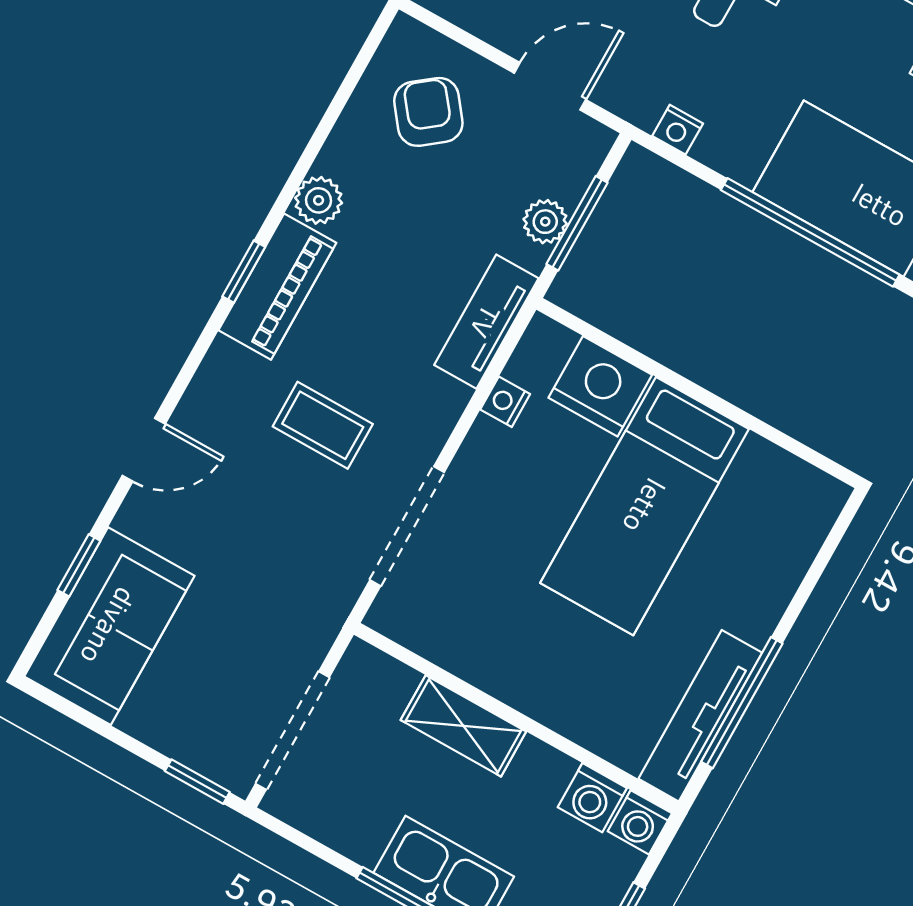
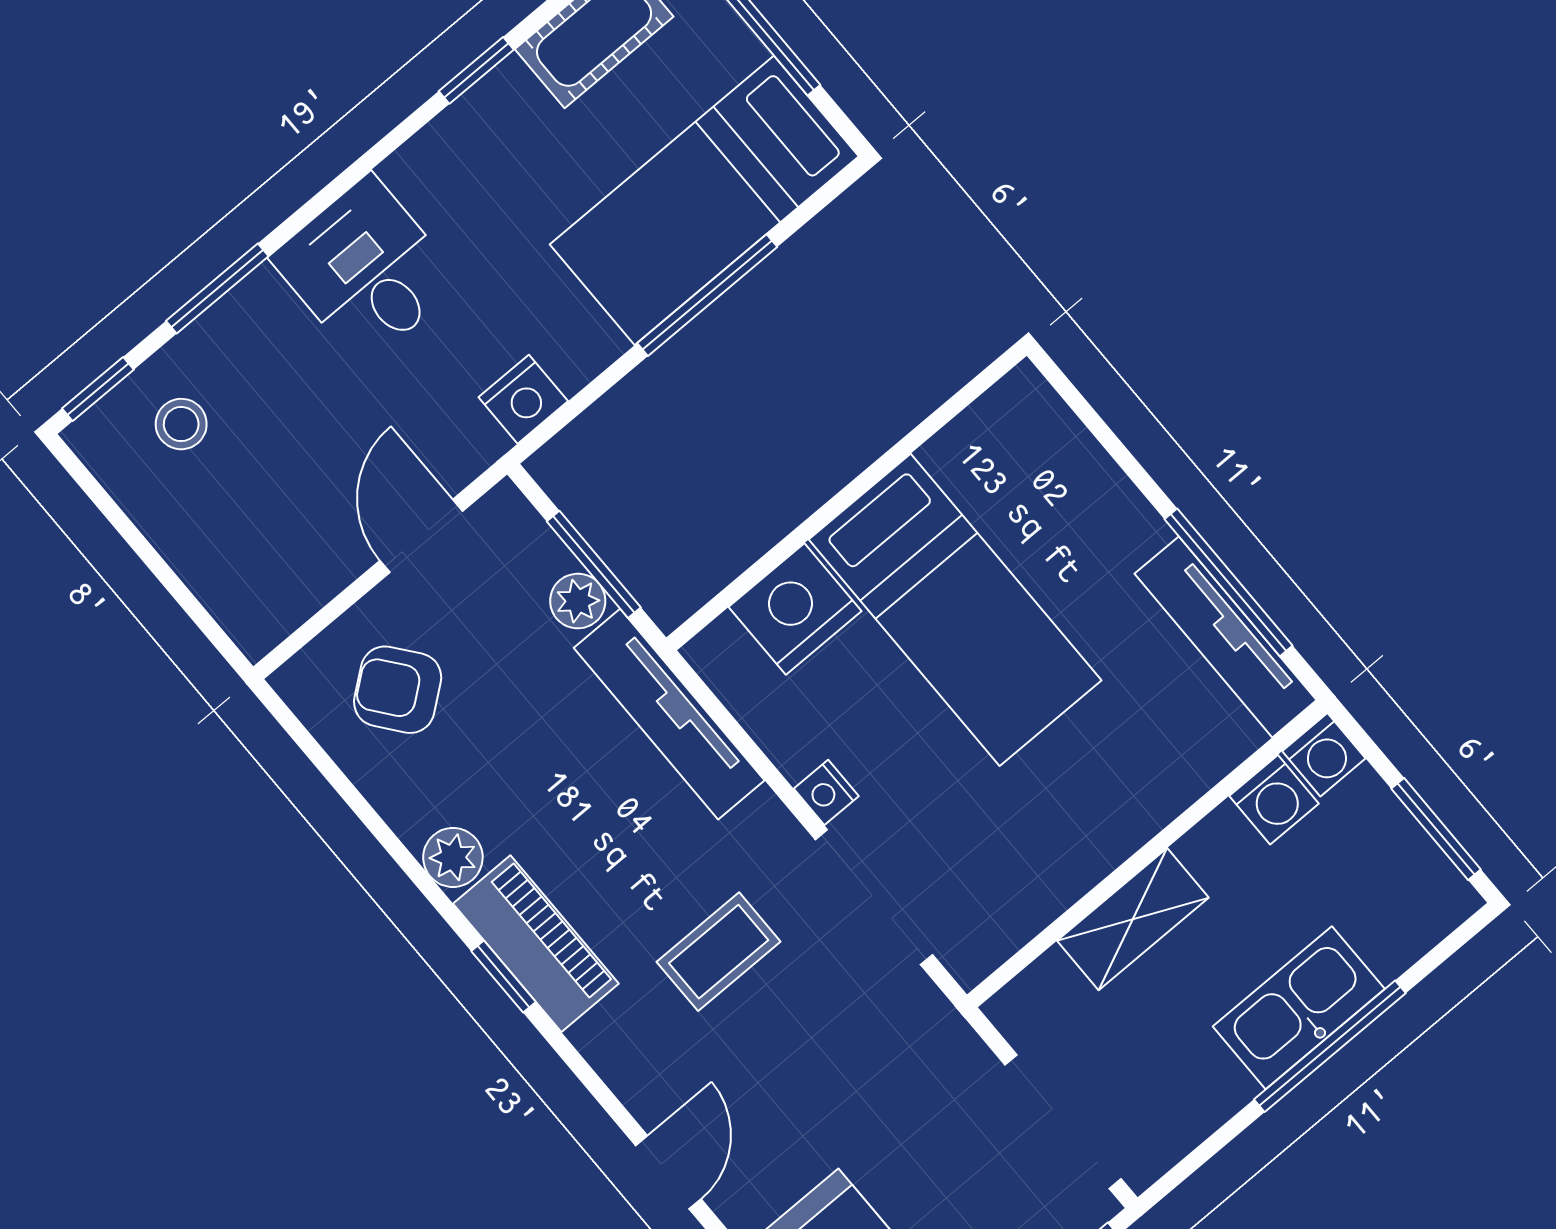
nightstand: (678, 130) -> (523, 399), width x1.39, depth x1.35
window: (810, 232) -> (707, 295), width x0.68
tv unit: (486, 322) -> (669, 714), width x1.41
nightstand: (505, 402) -> (826, 792), moved

